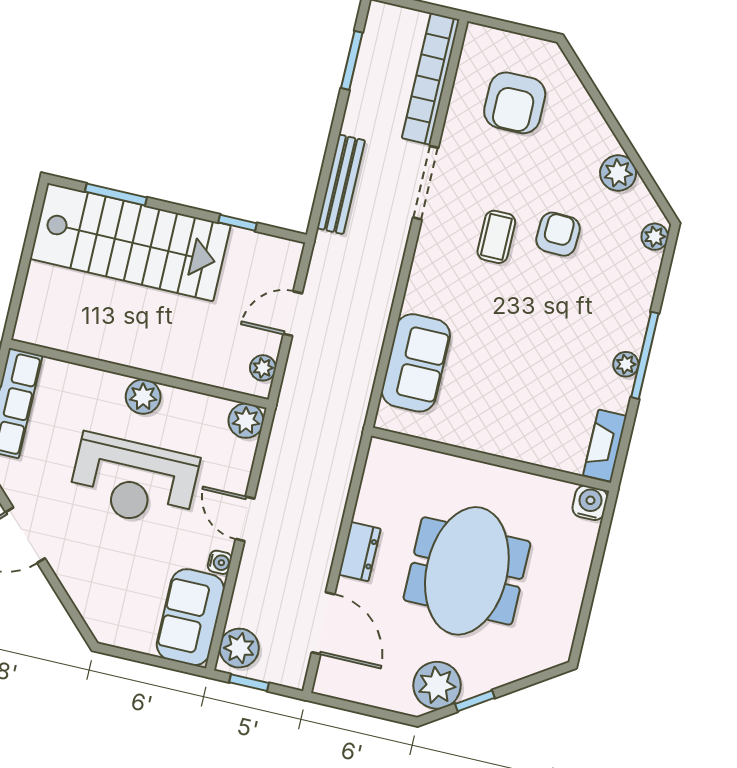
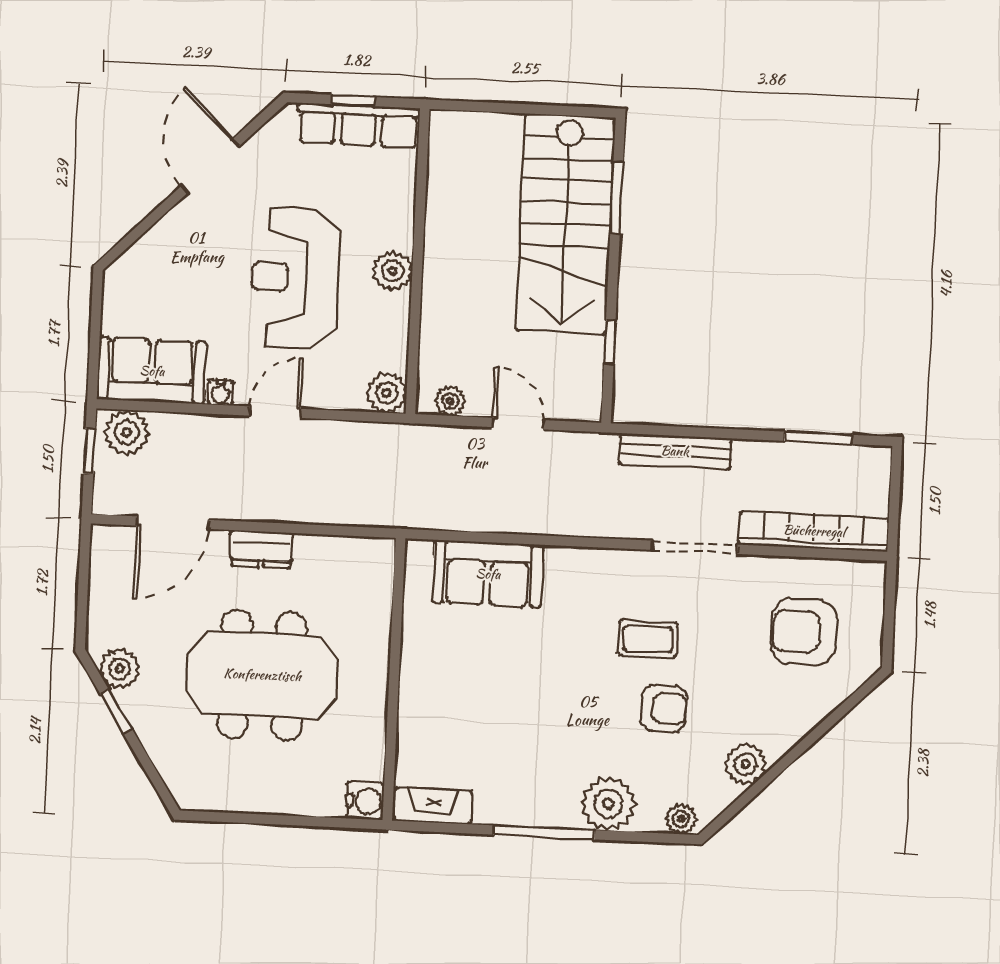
plant: (626, 364) -> (608, 804), moved, width x1.87, depth x1.87
plant: (437, 685) -> (120, 669), width x0.73, depth x0.73

